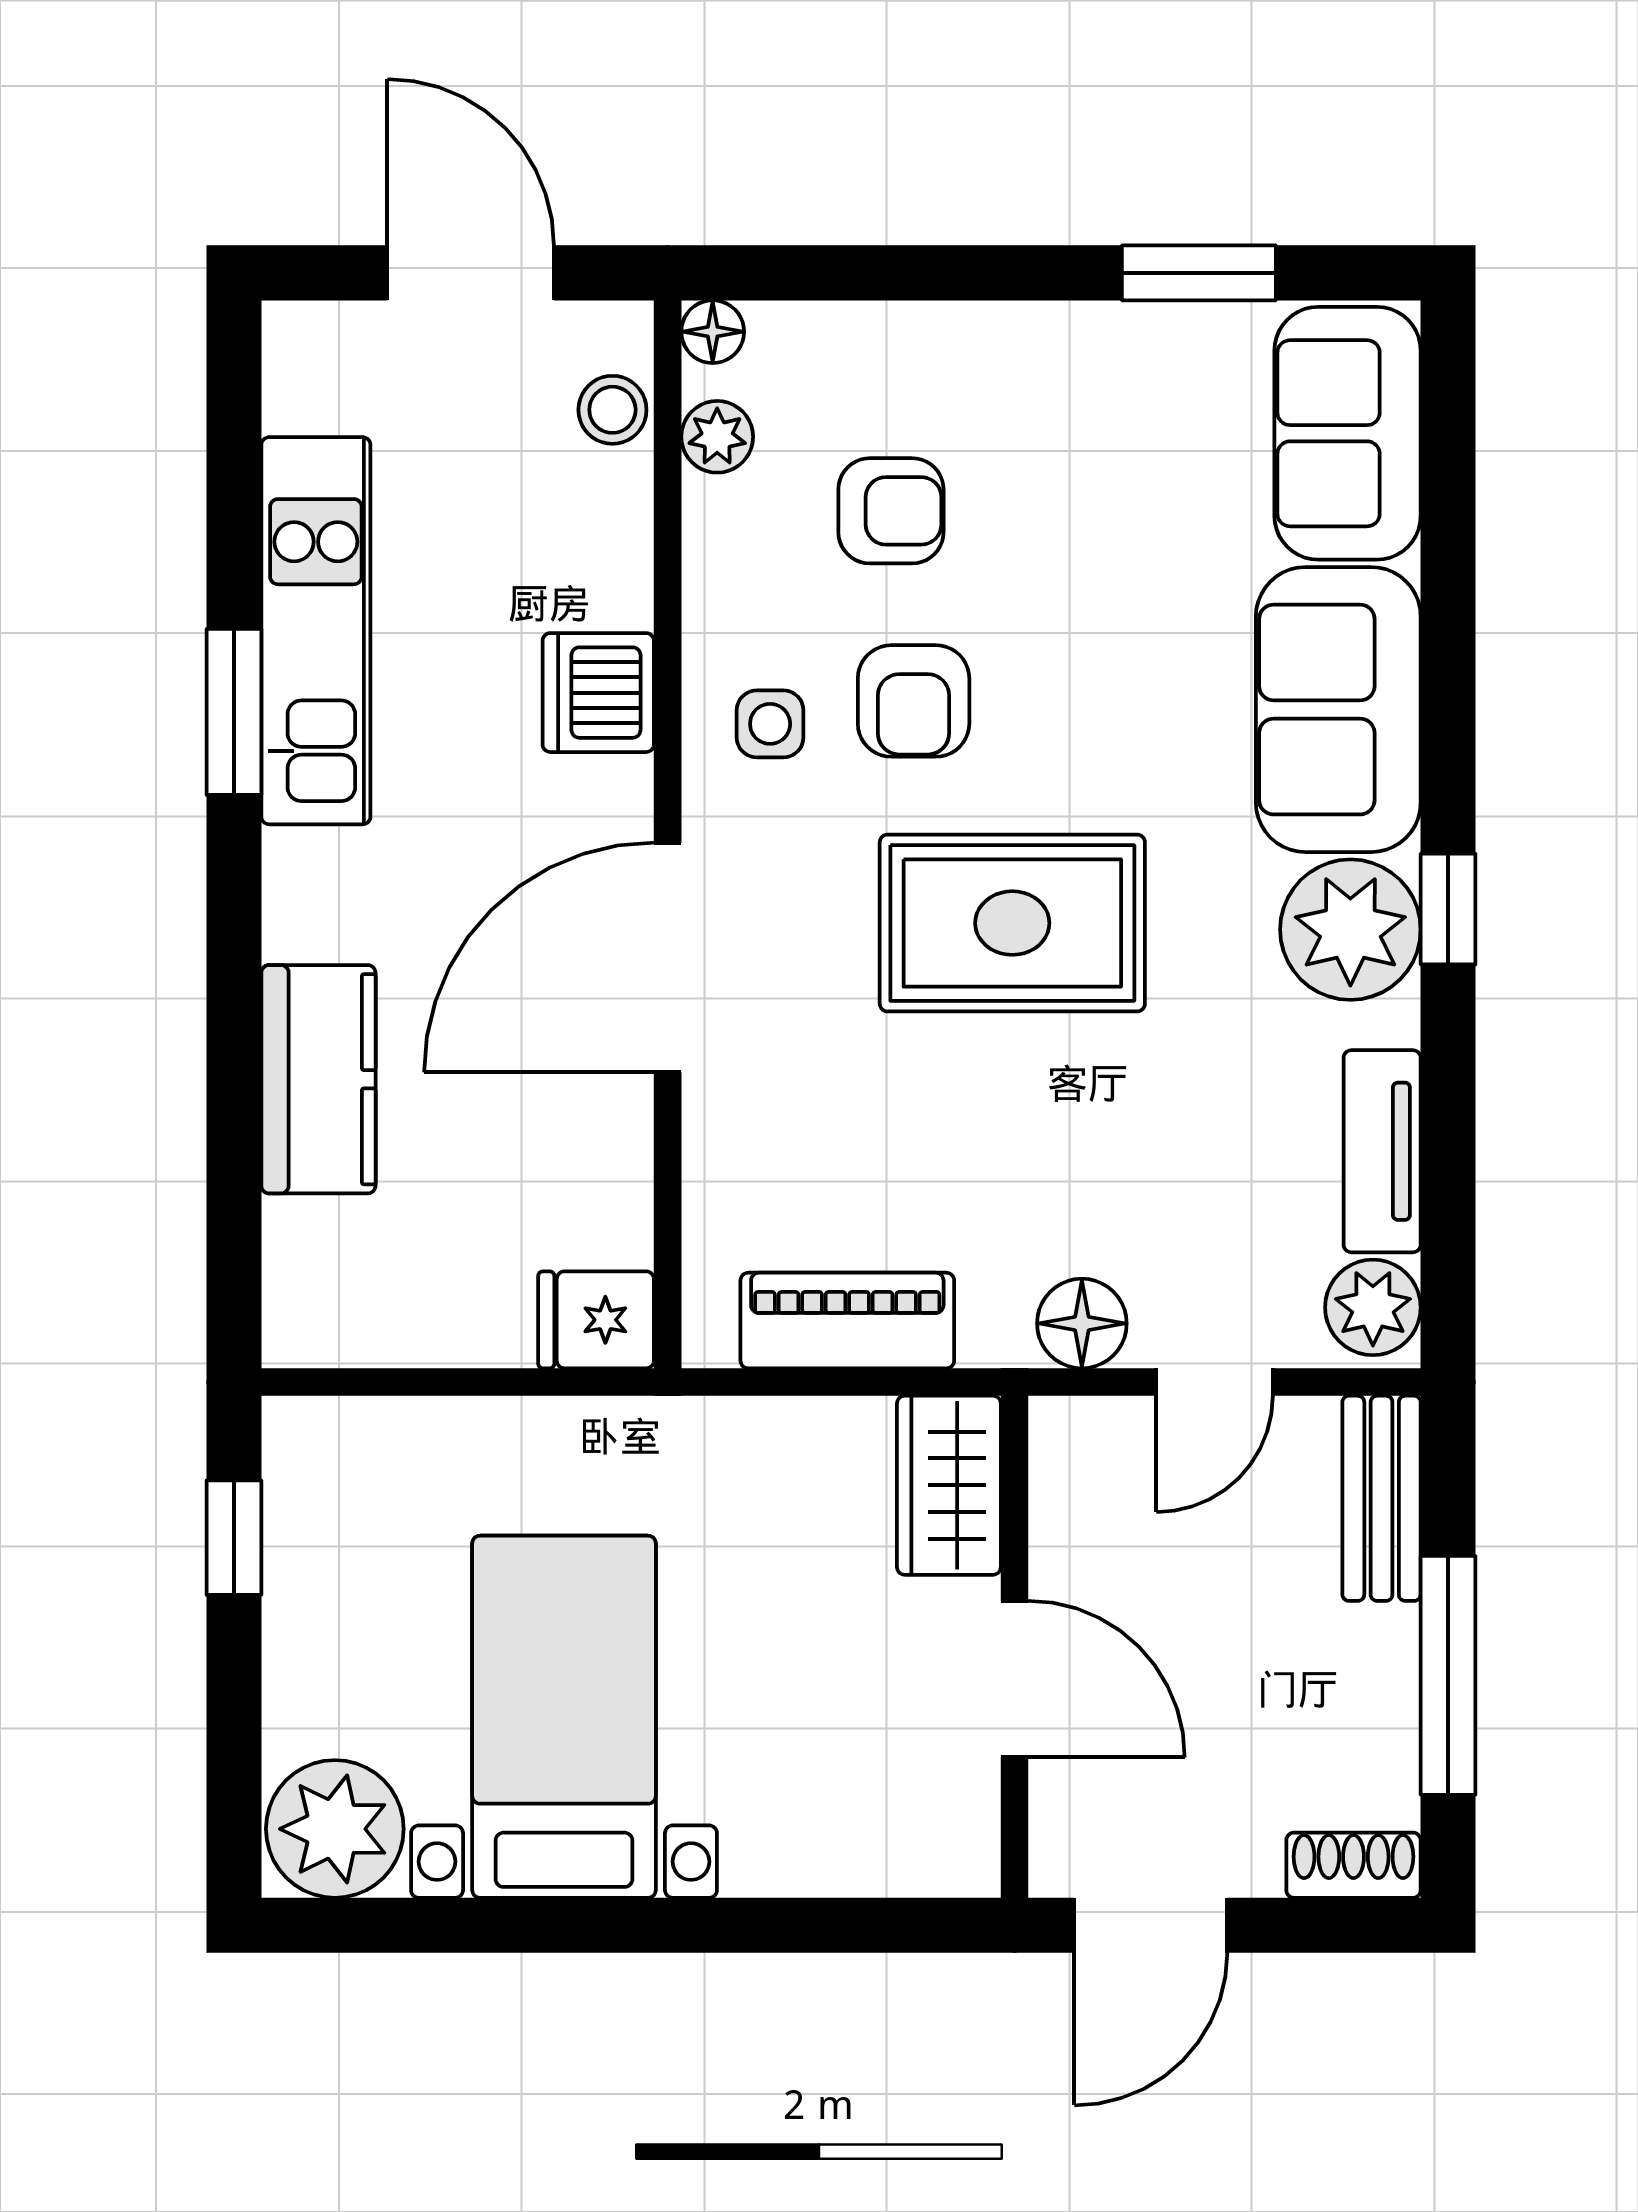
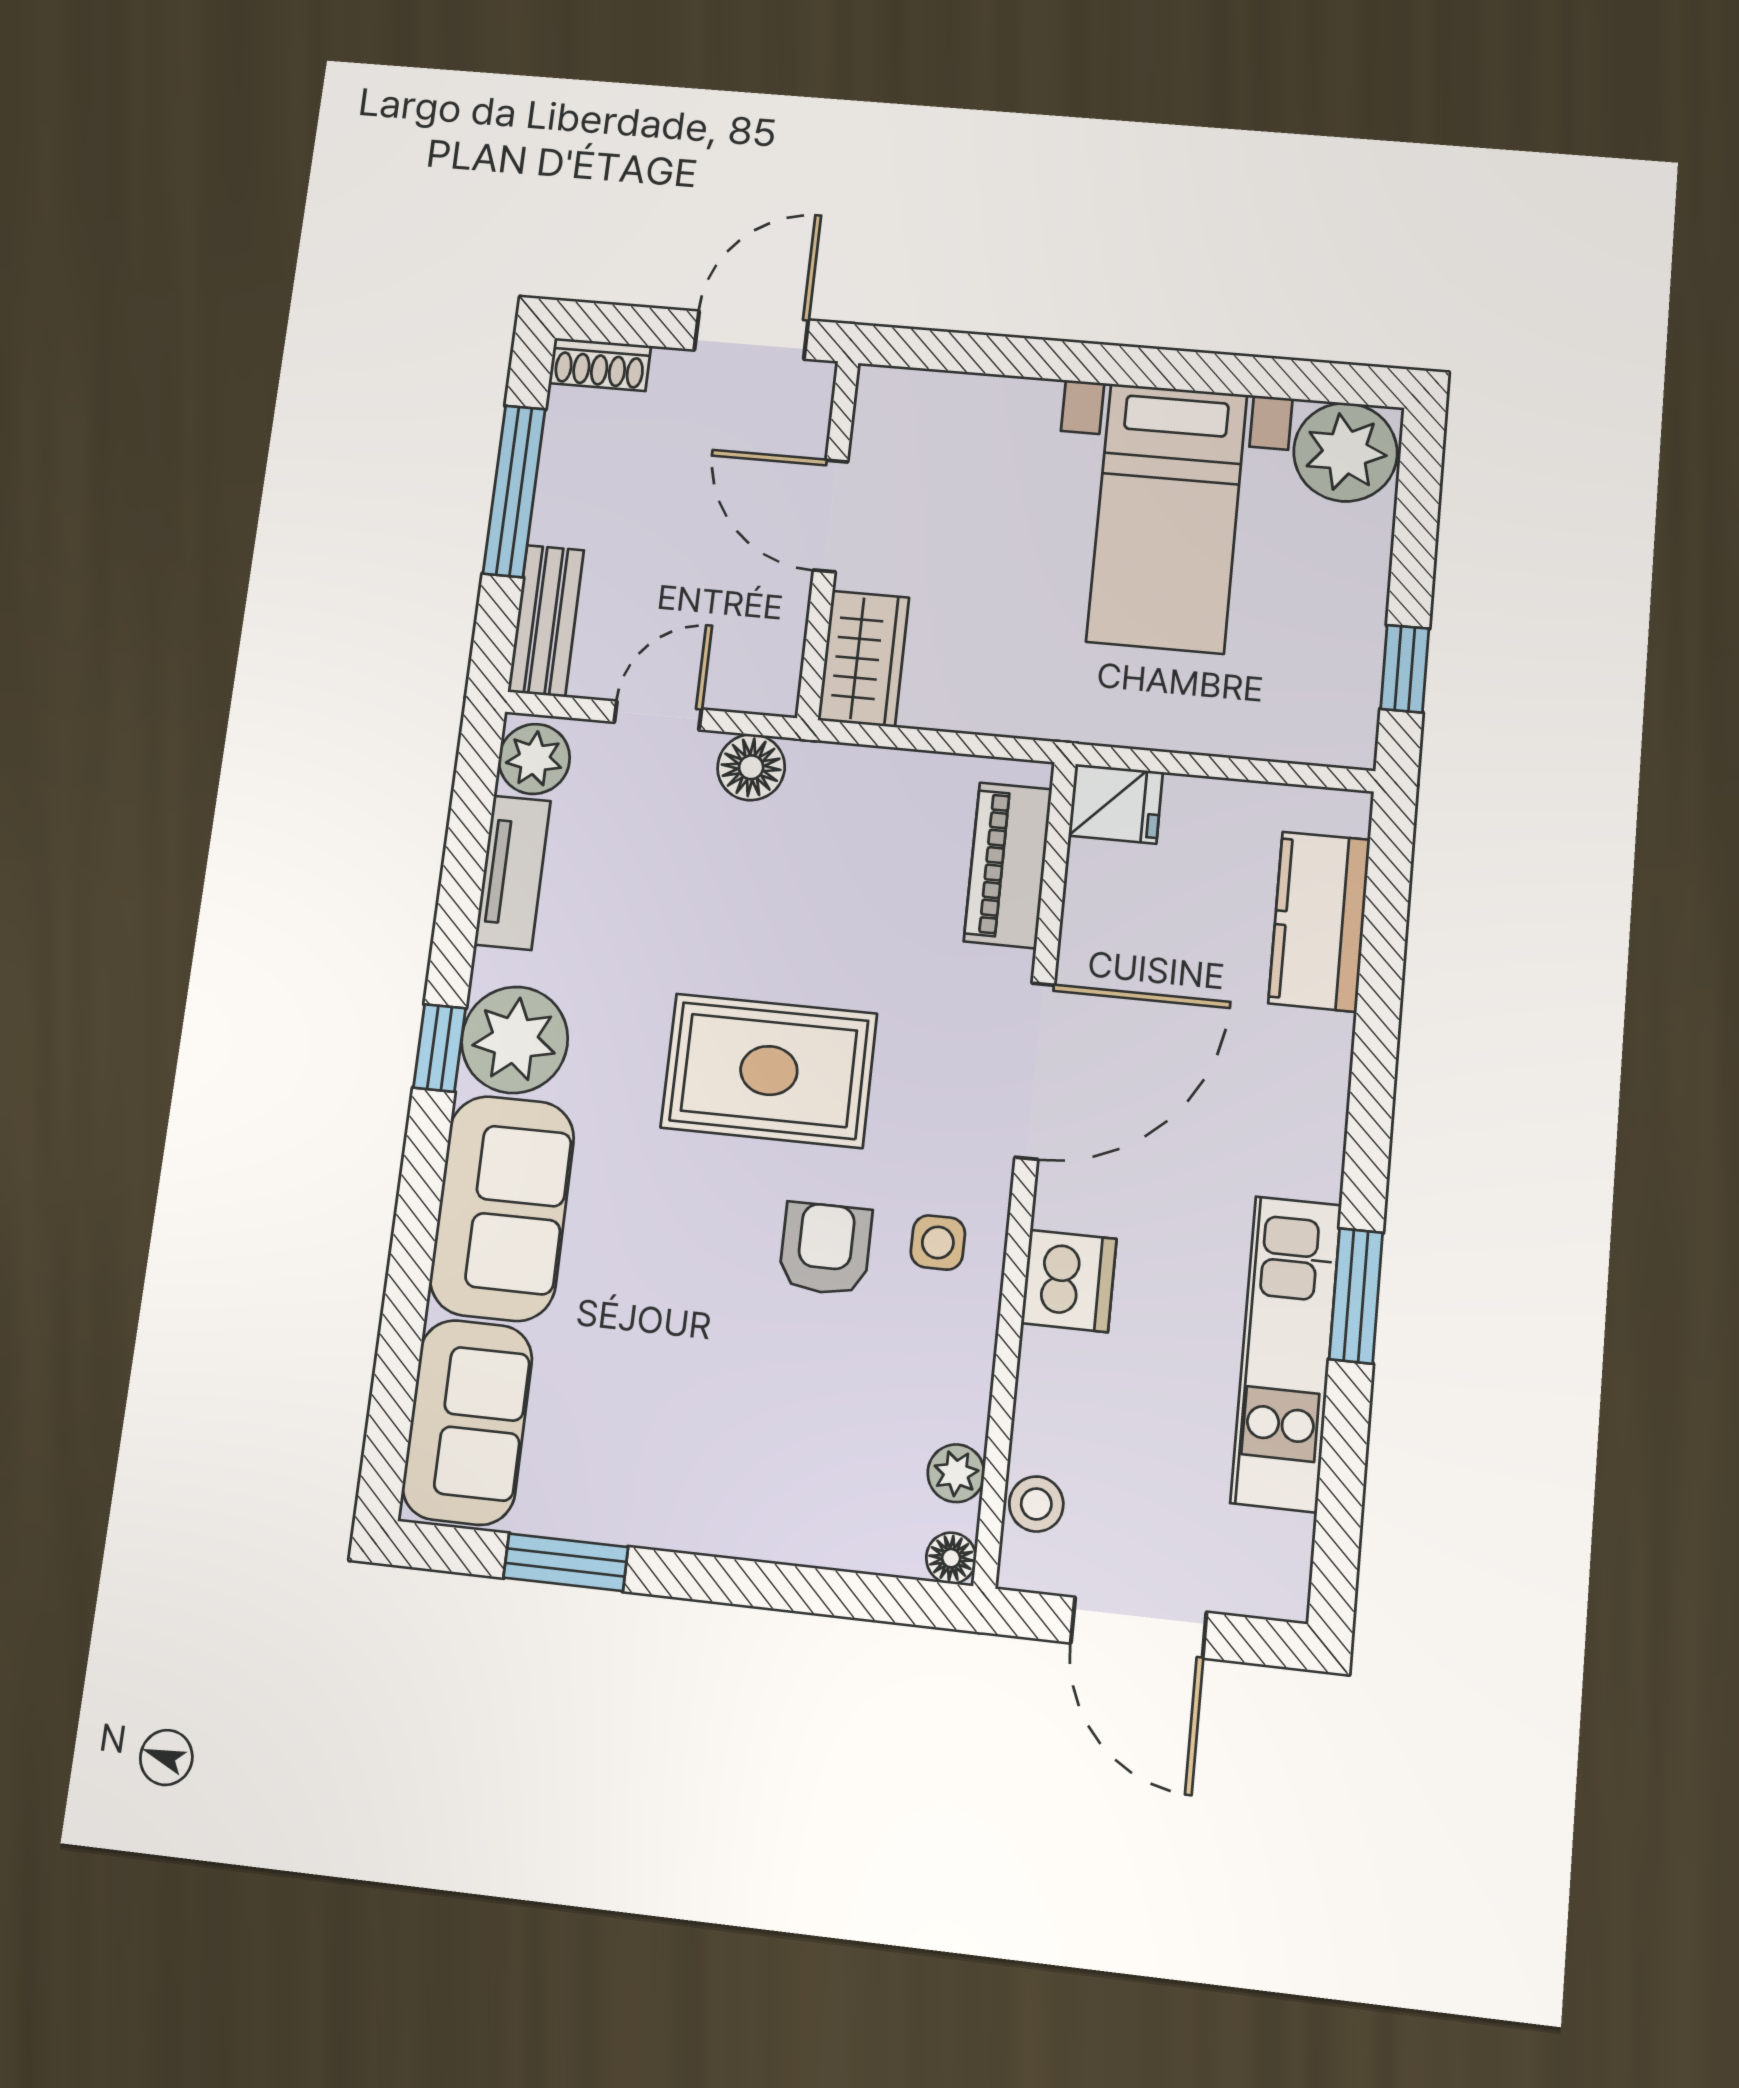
armchair: (891, 511) -> (827, 1400), removed
kitchen counter: (318, 1079) -> (1319, 921), moved
piano: (847, 1321) -> (1008, 865), moved, turned 90

